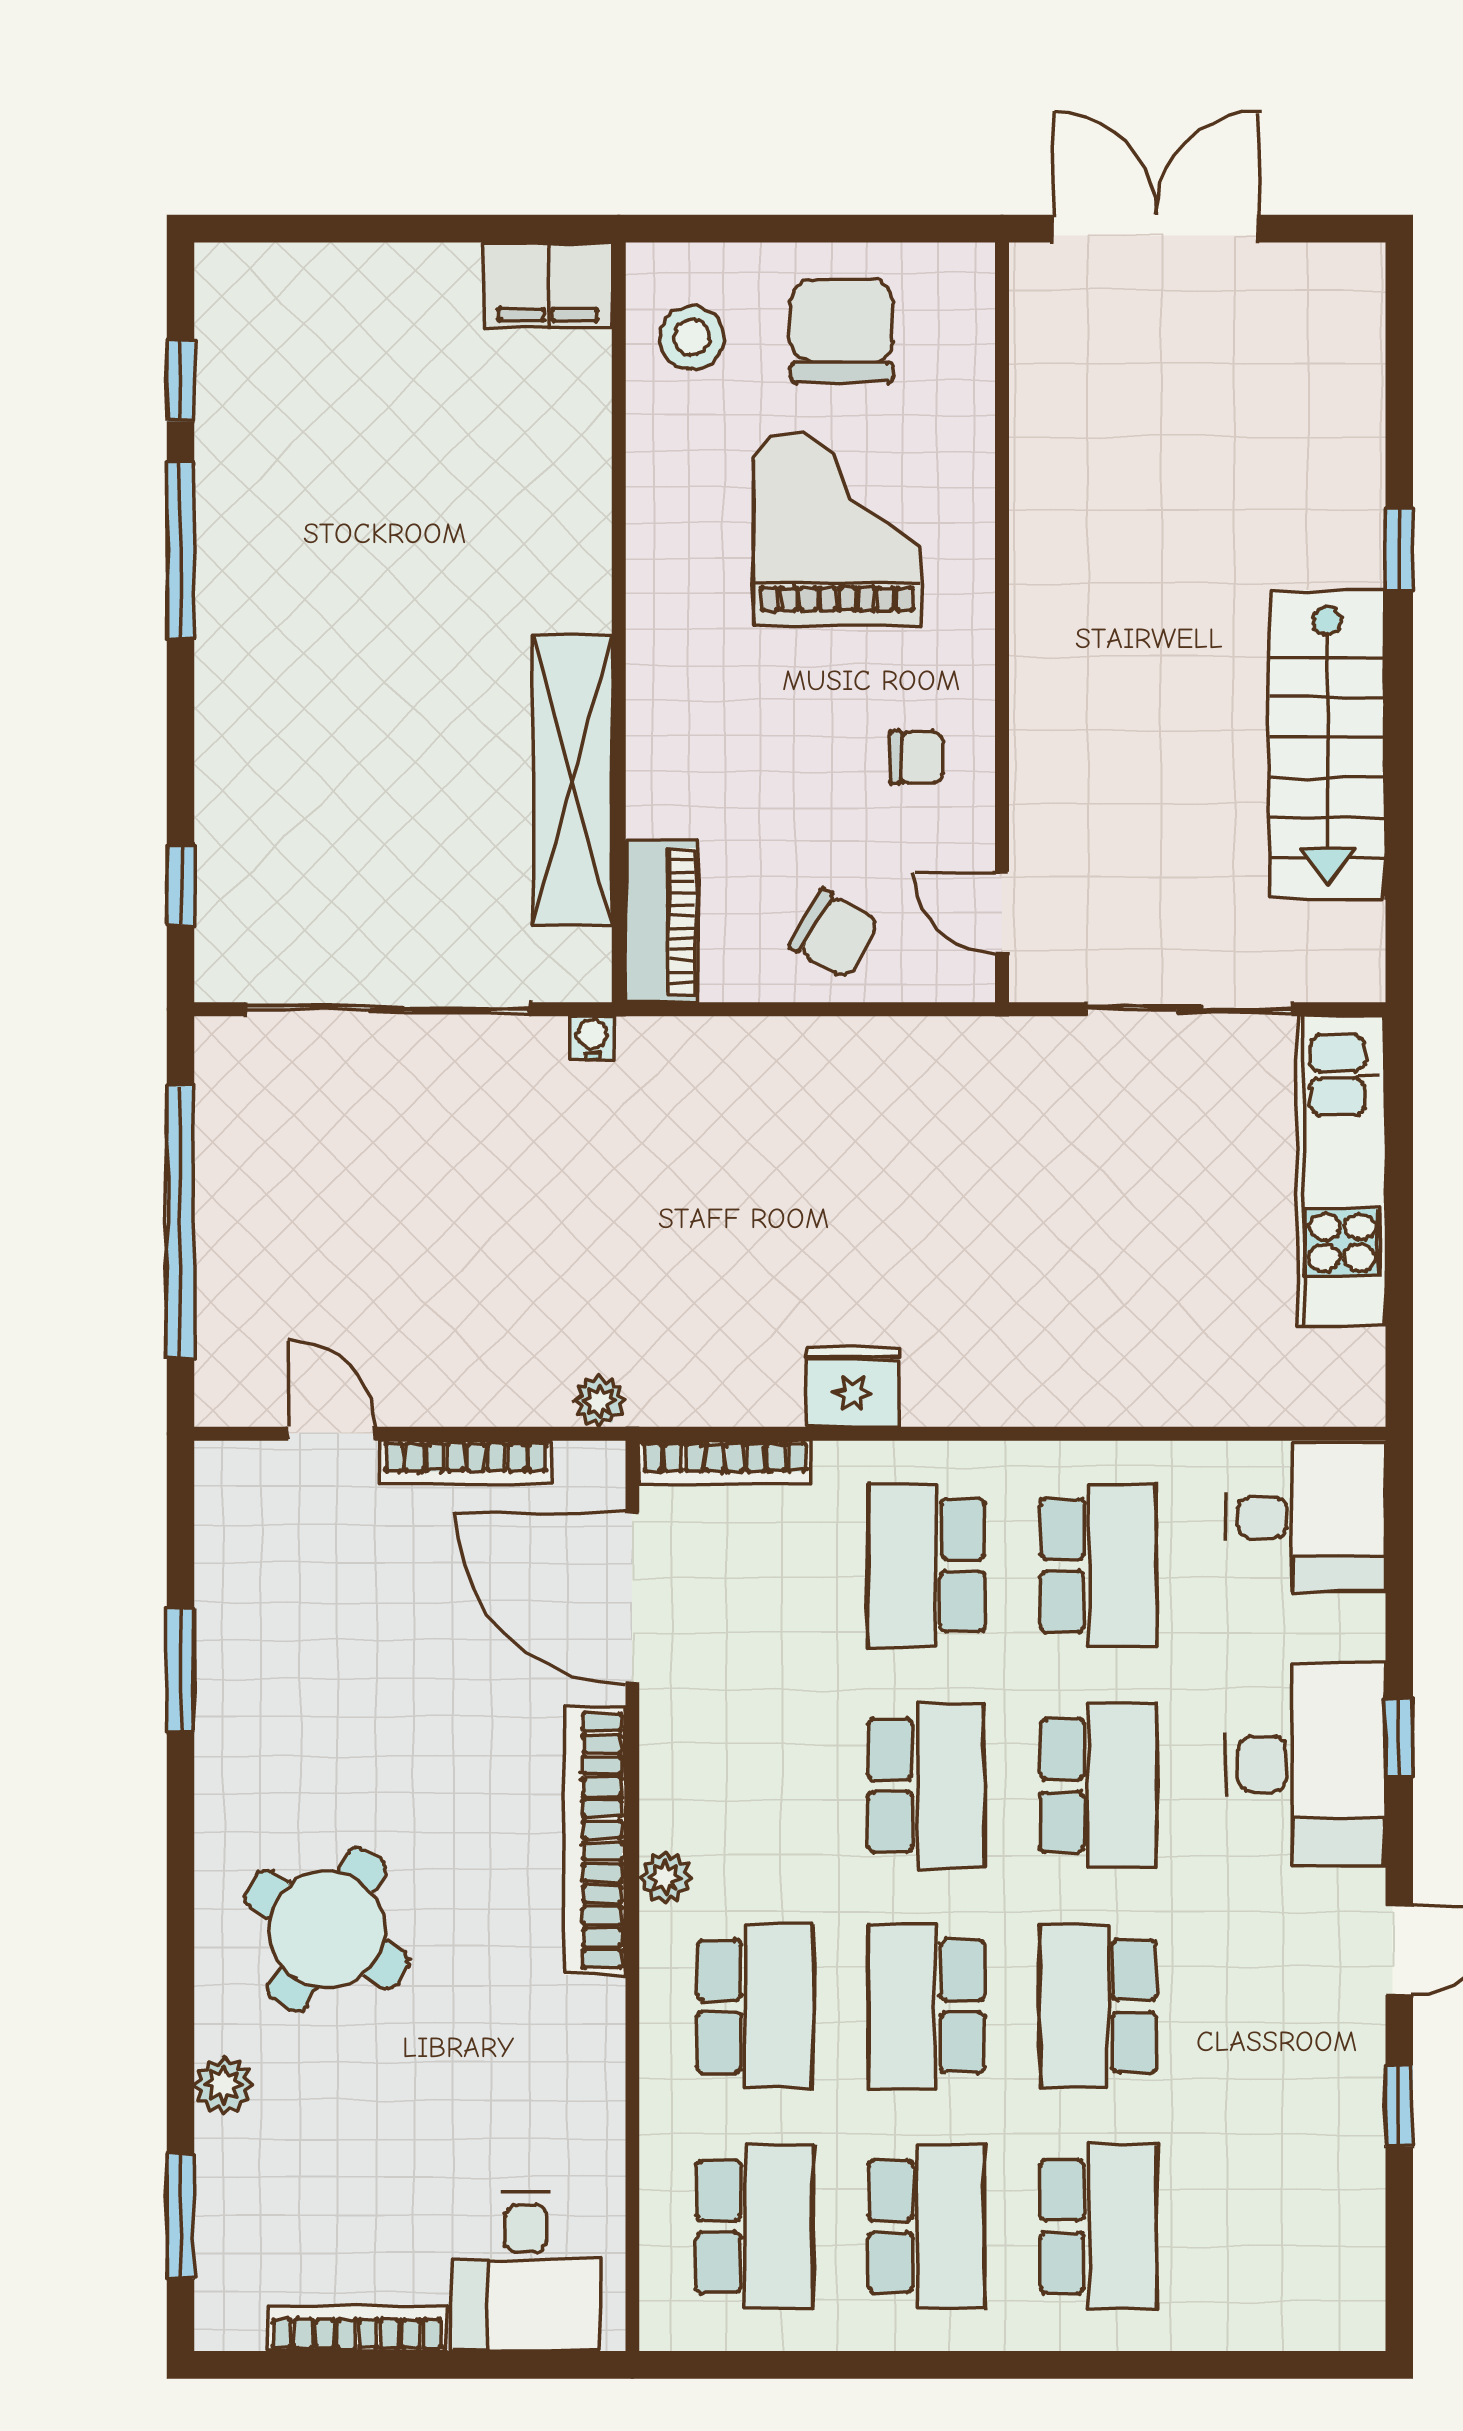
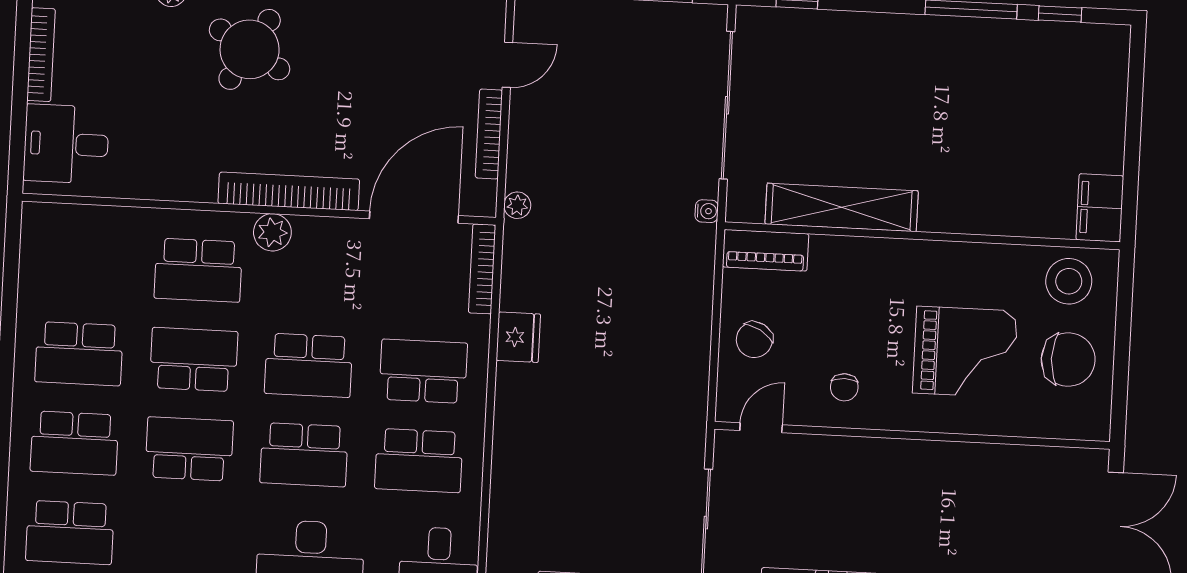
stool: (692, 337) -> (1069, 281), width x1.38, depth x1.38
plant: (665, 1878) -> (272, 232), width x1.38, depth x1.38
school desk: (755, 2227) -> (70, 532), moved

